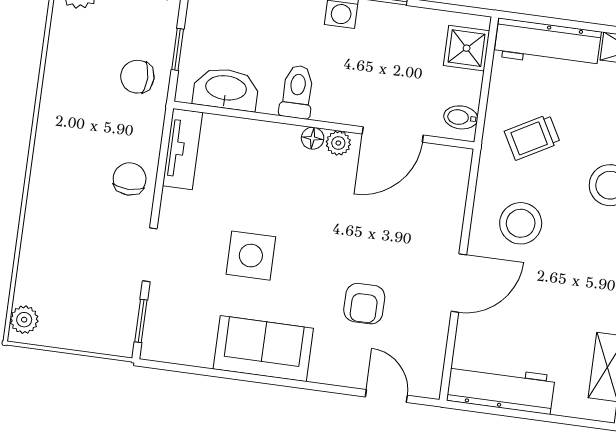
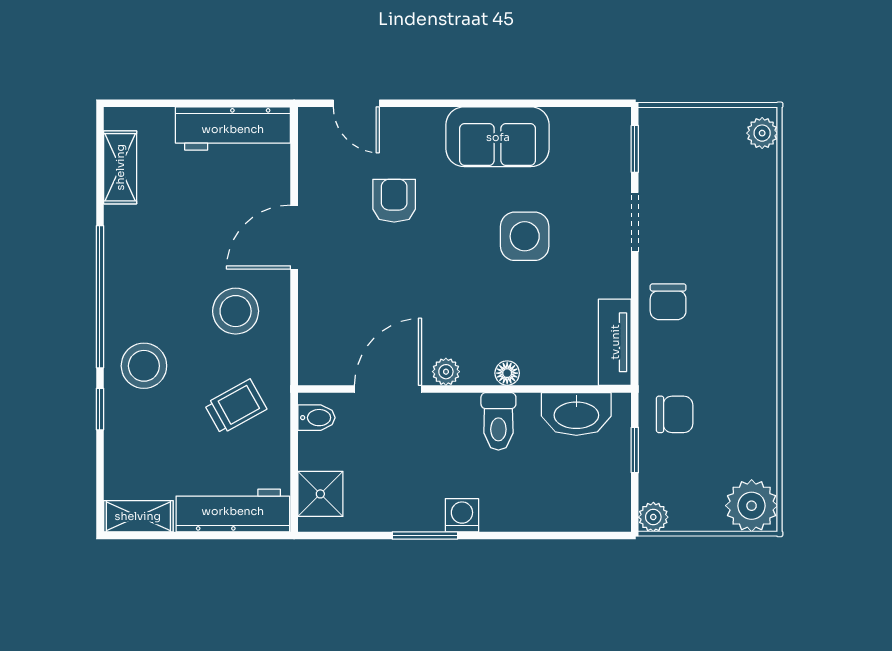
floor lamp: (313, 138) -> (507, 373), moved

